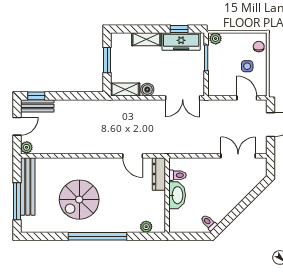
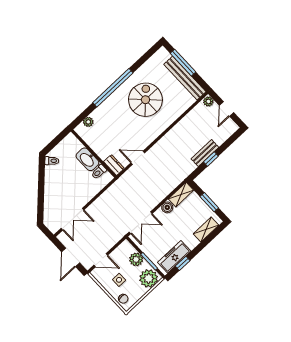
plant: (216, 38) -> (149, 278), width x1.87, depth x1.87
shelving: (146, 39) -> (206, 230), moved
plant: (216, 70) -> (136, 259), added
window: (36, 96) -> (211, 159), moved
double door: (183, 98) -> (141, 223), swing flipped
bench: (37, 106) -> (205, 153), moved
dresser: (159, 174) -> (114, 165), width x0.70

